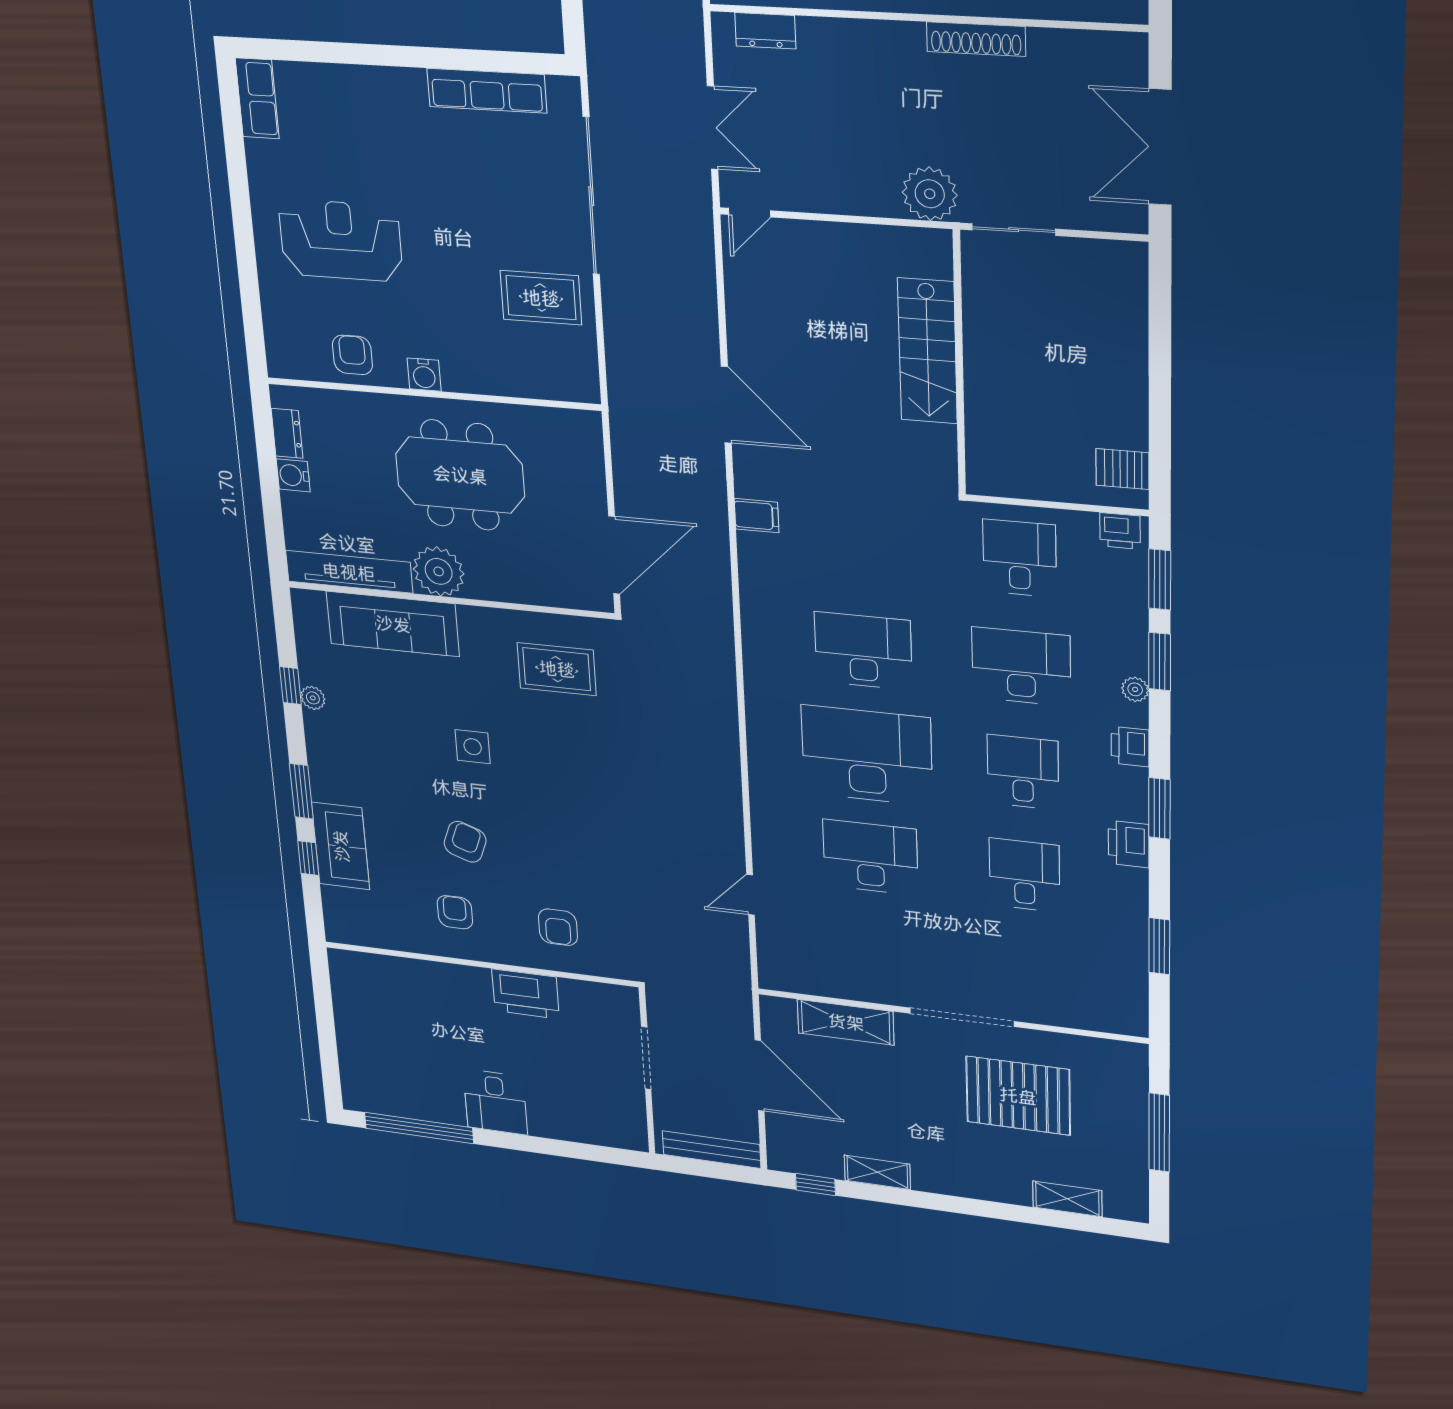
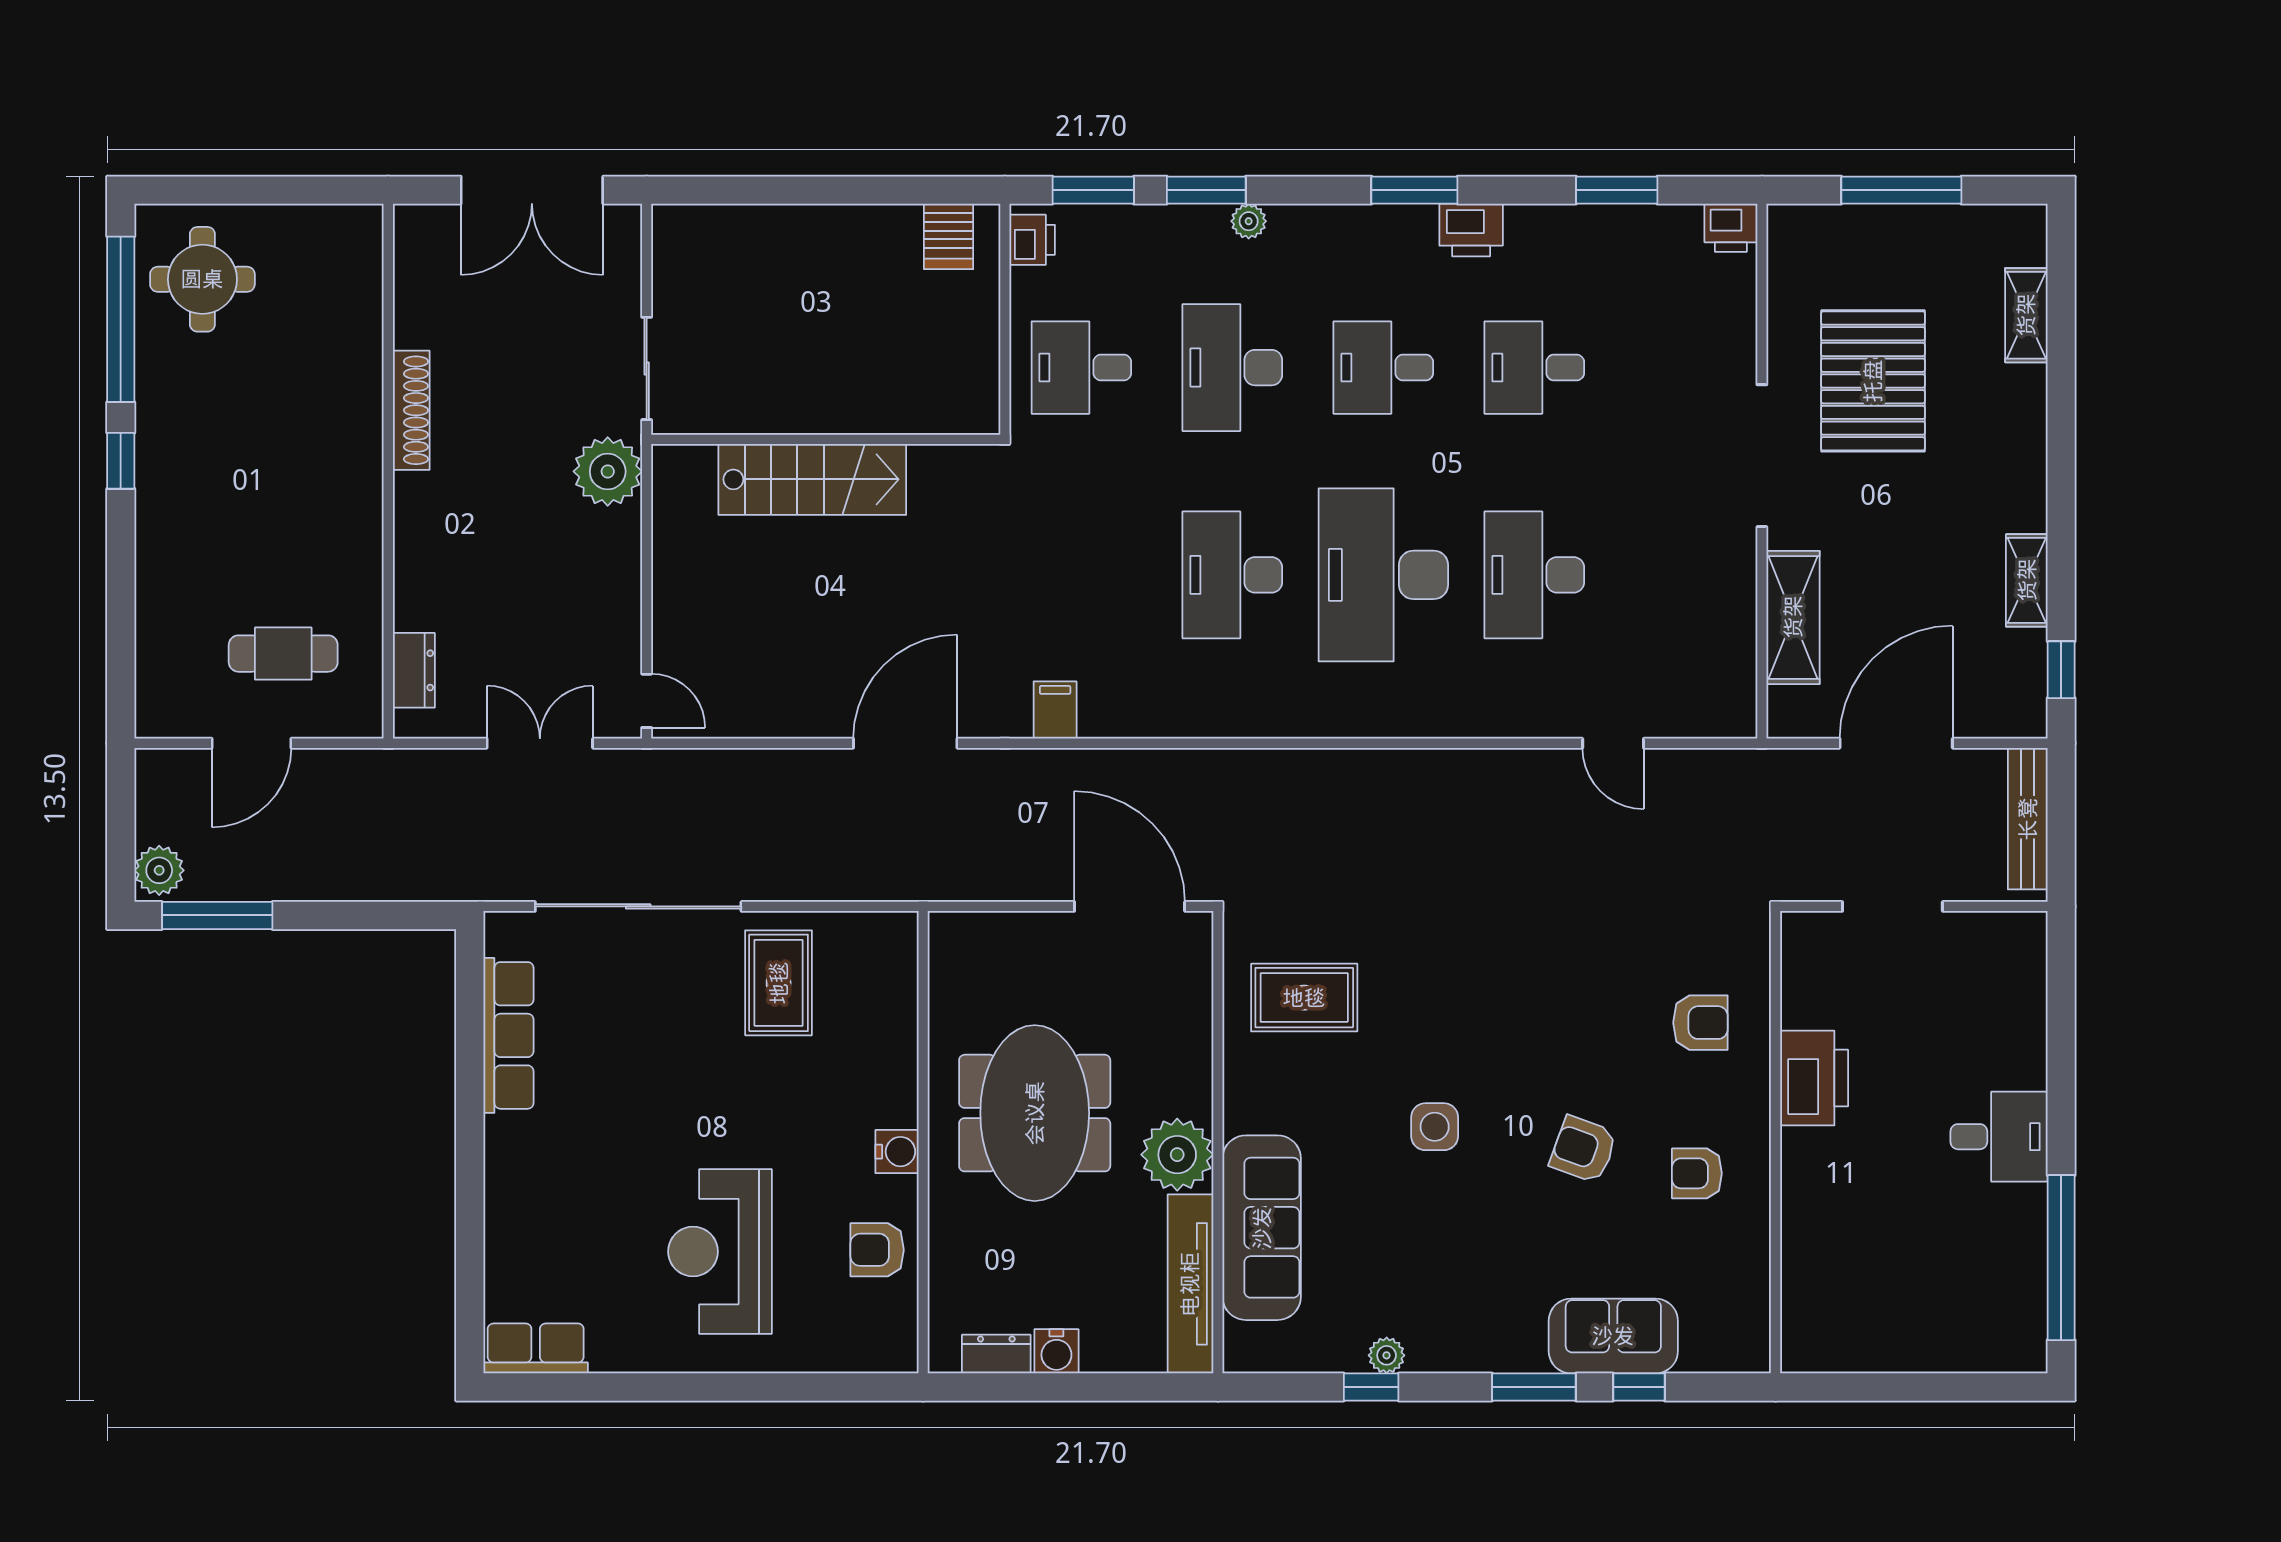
rug: (557, 669) -> (1304, 998), turned 90
printer: (1130, 747) -> (1731, 228), moved

